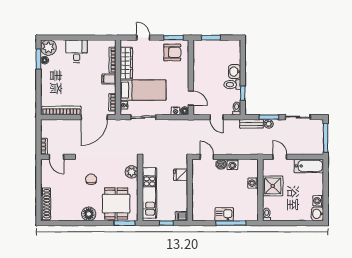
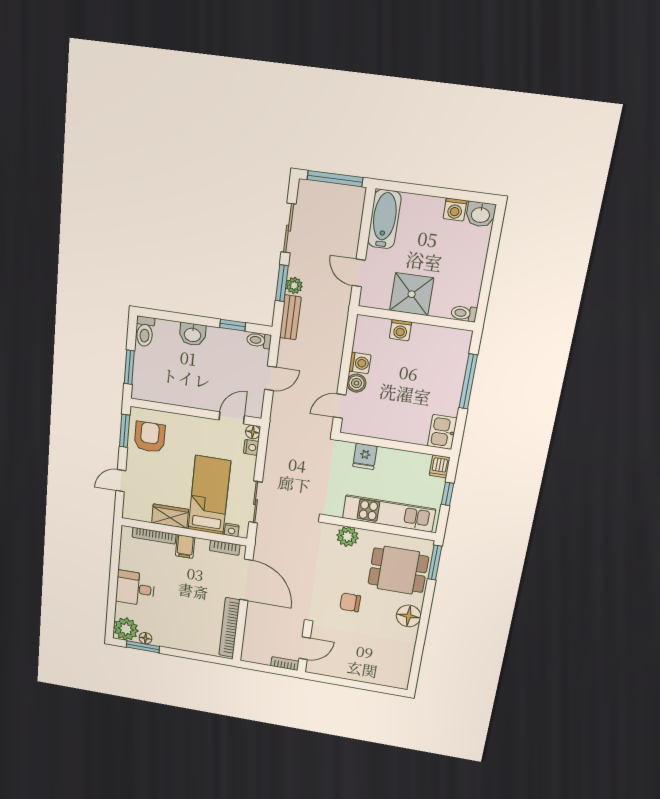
wardrobe: (126, 63) -> (170, 516), width x0.67
toilet: (232, 85) -> (145, 331), moved
door: (280, 157) -> (359, 273), hinge flipped
shoe rack: (46, 204) -> (380, 678), removed
kitchen sink: (224, 214) -> (442, 432), moved

